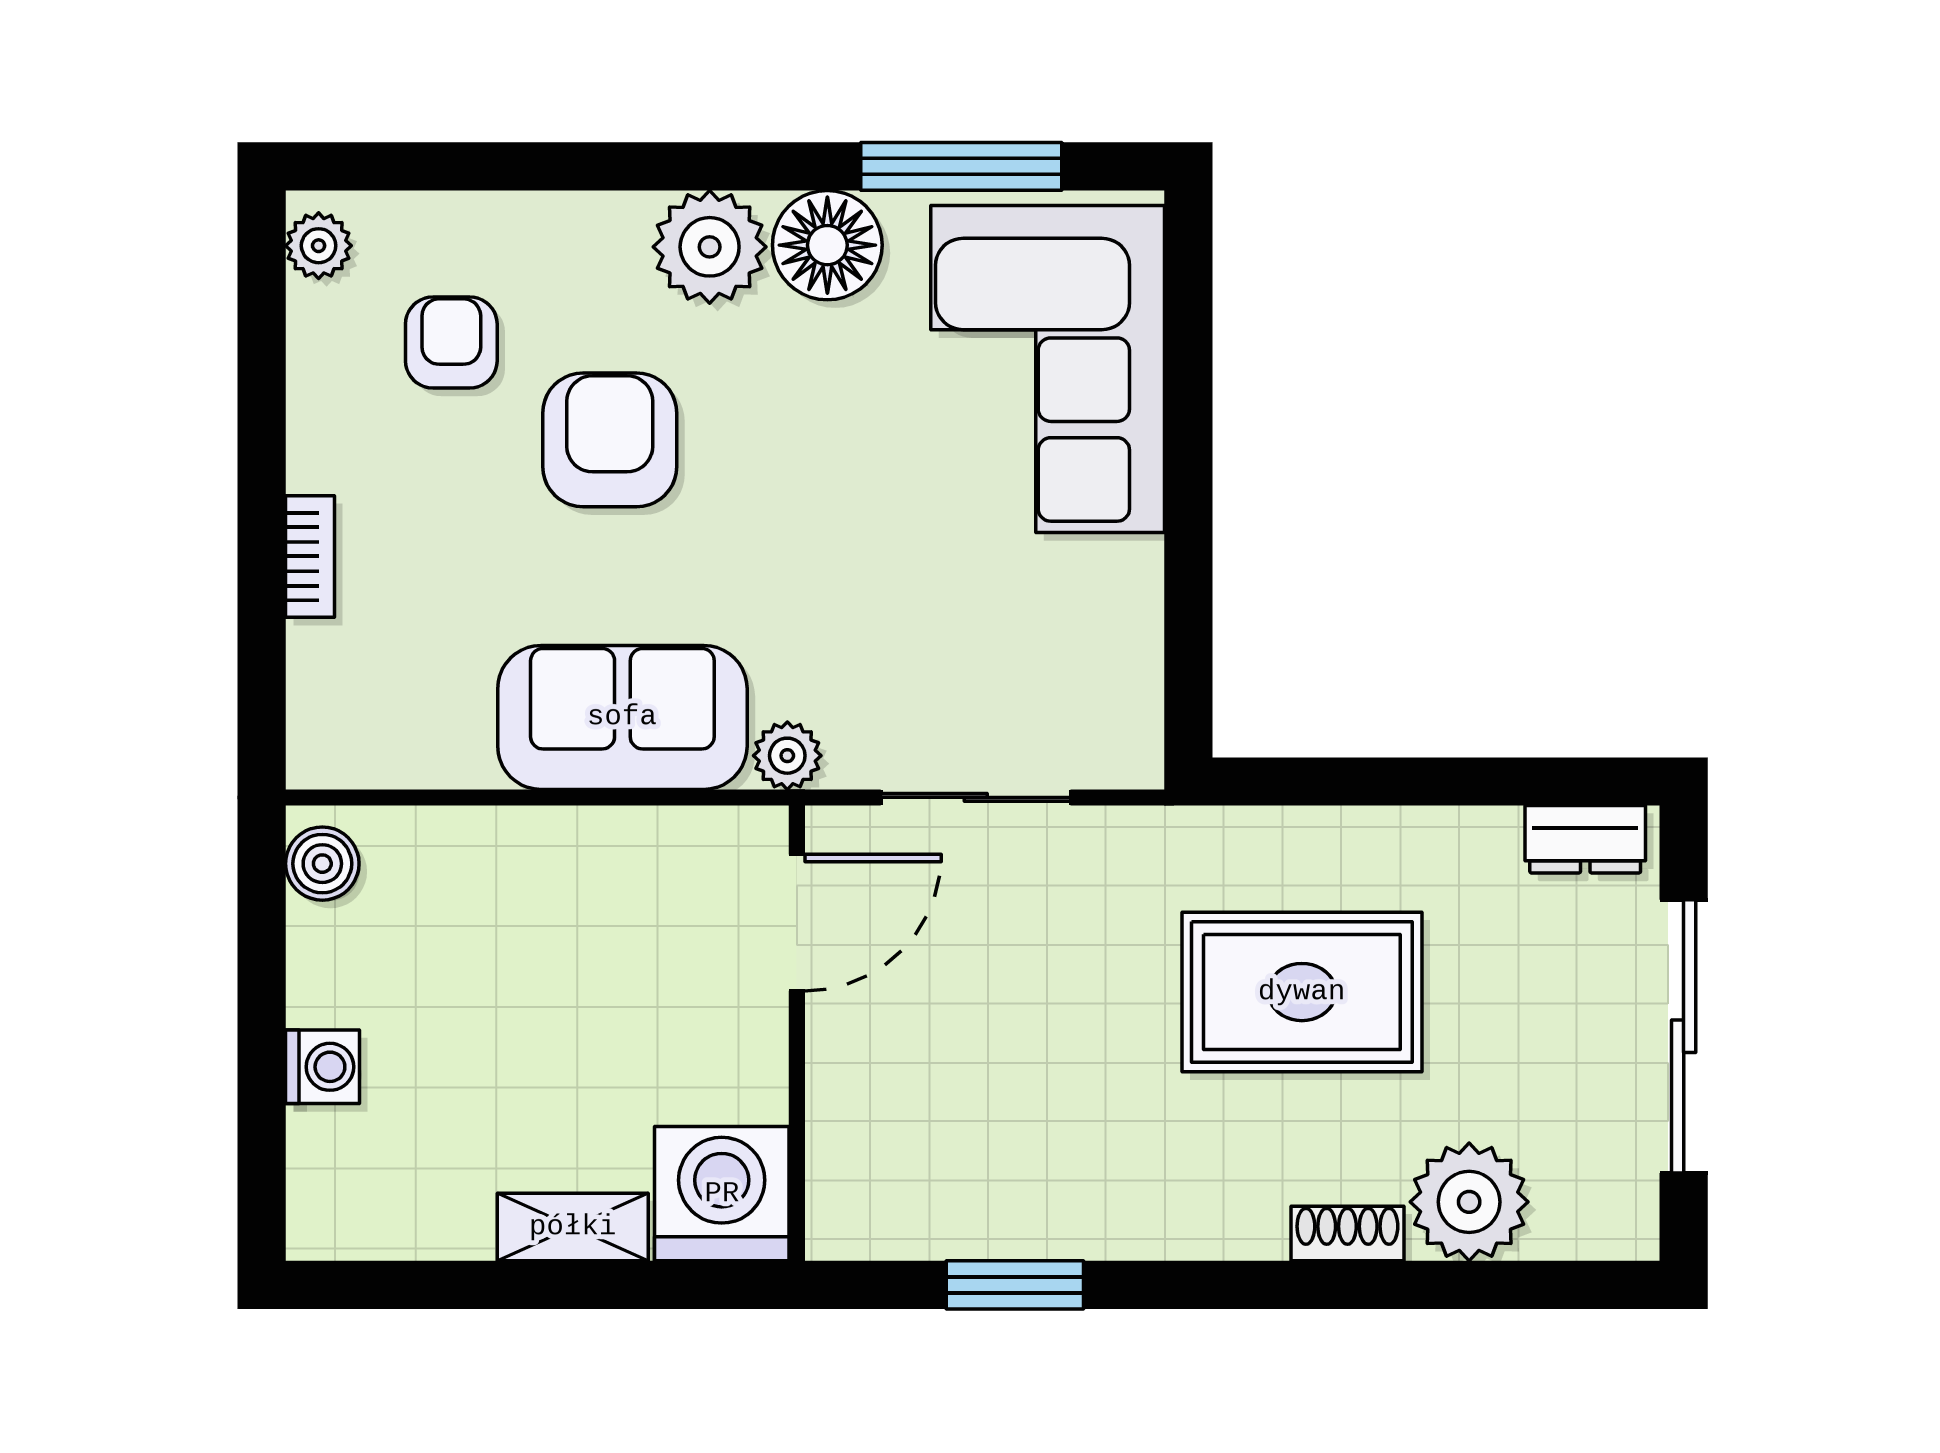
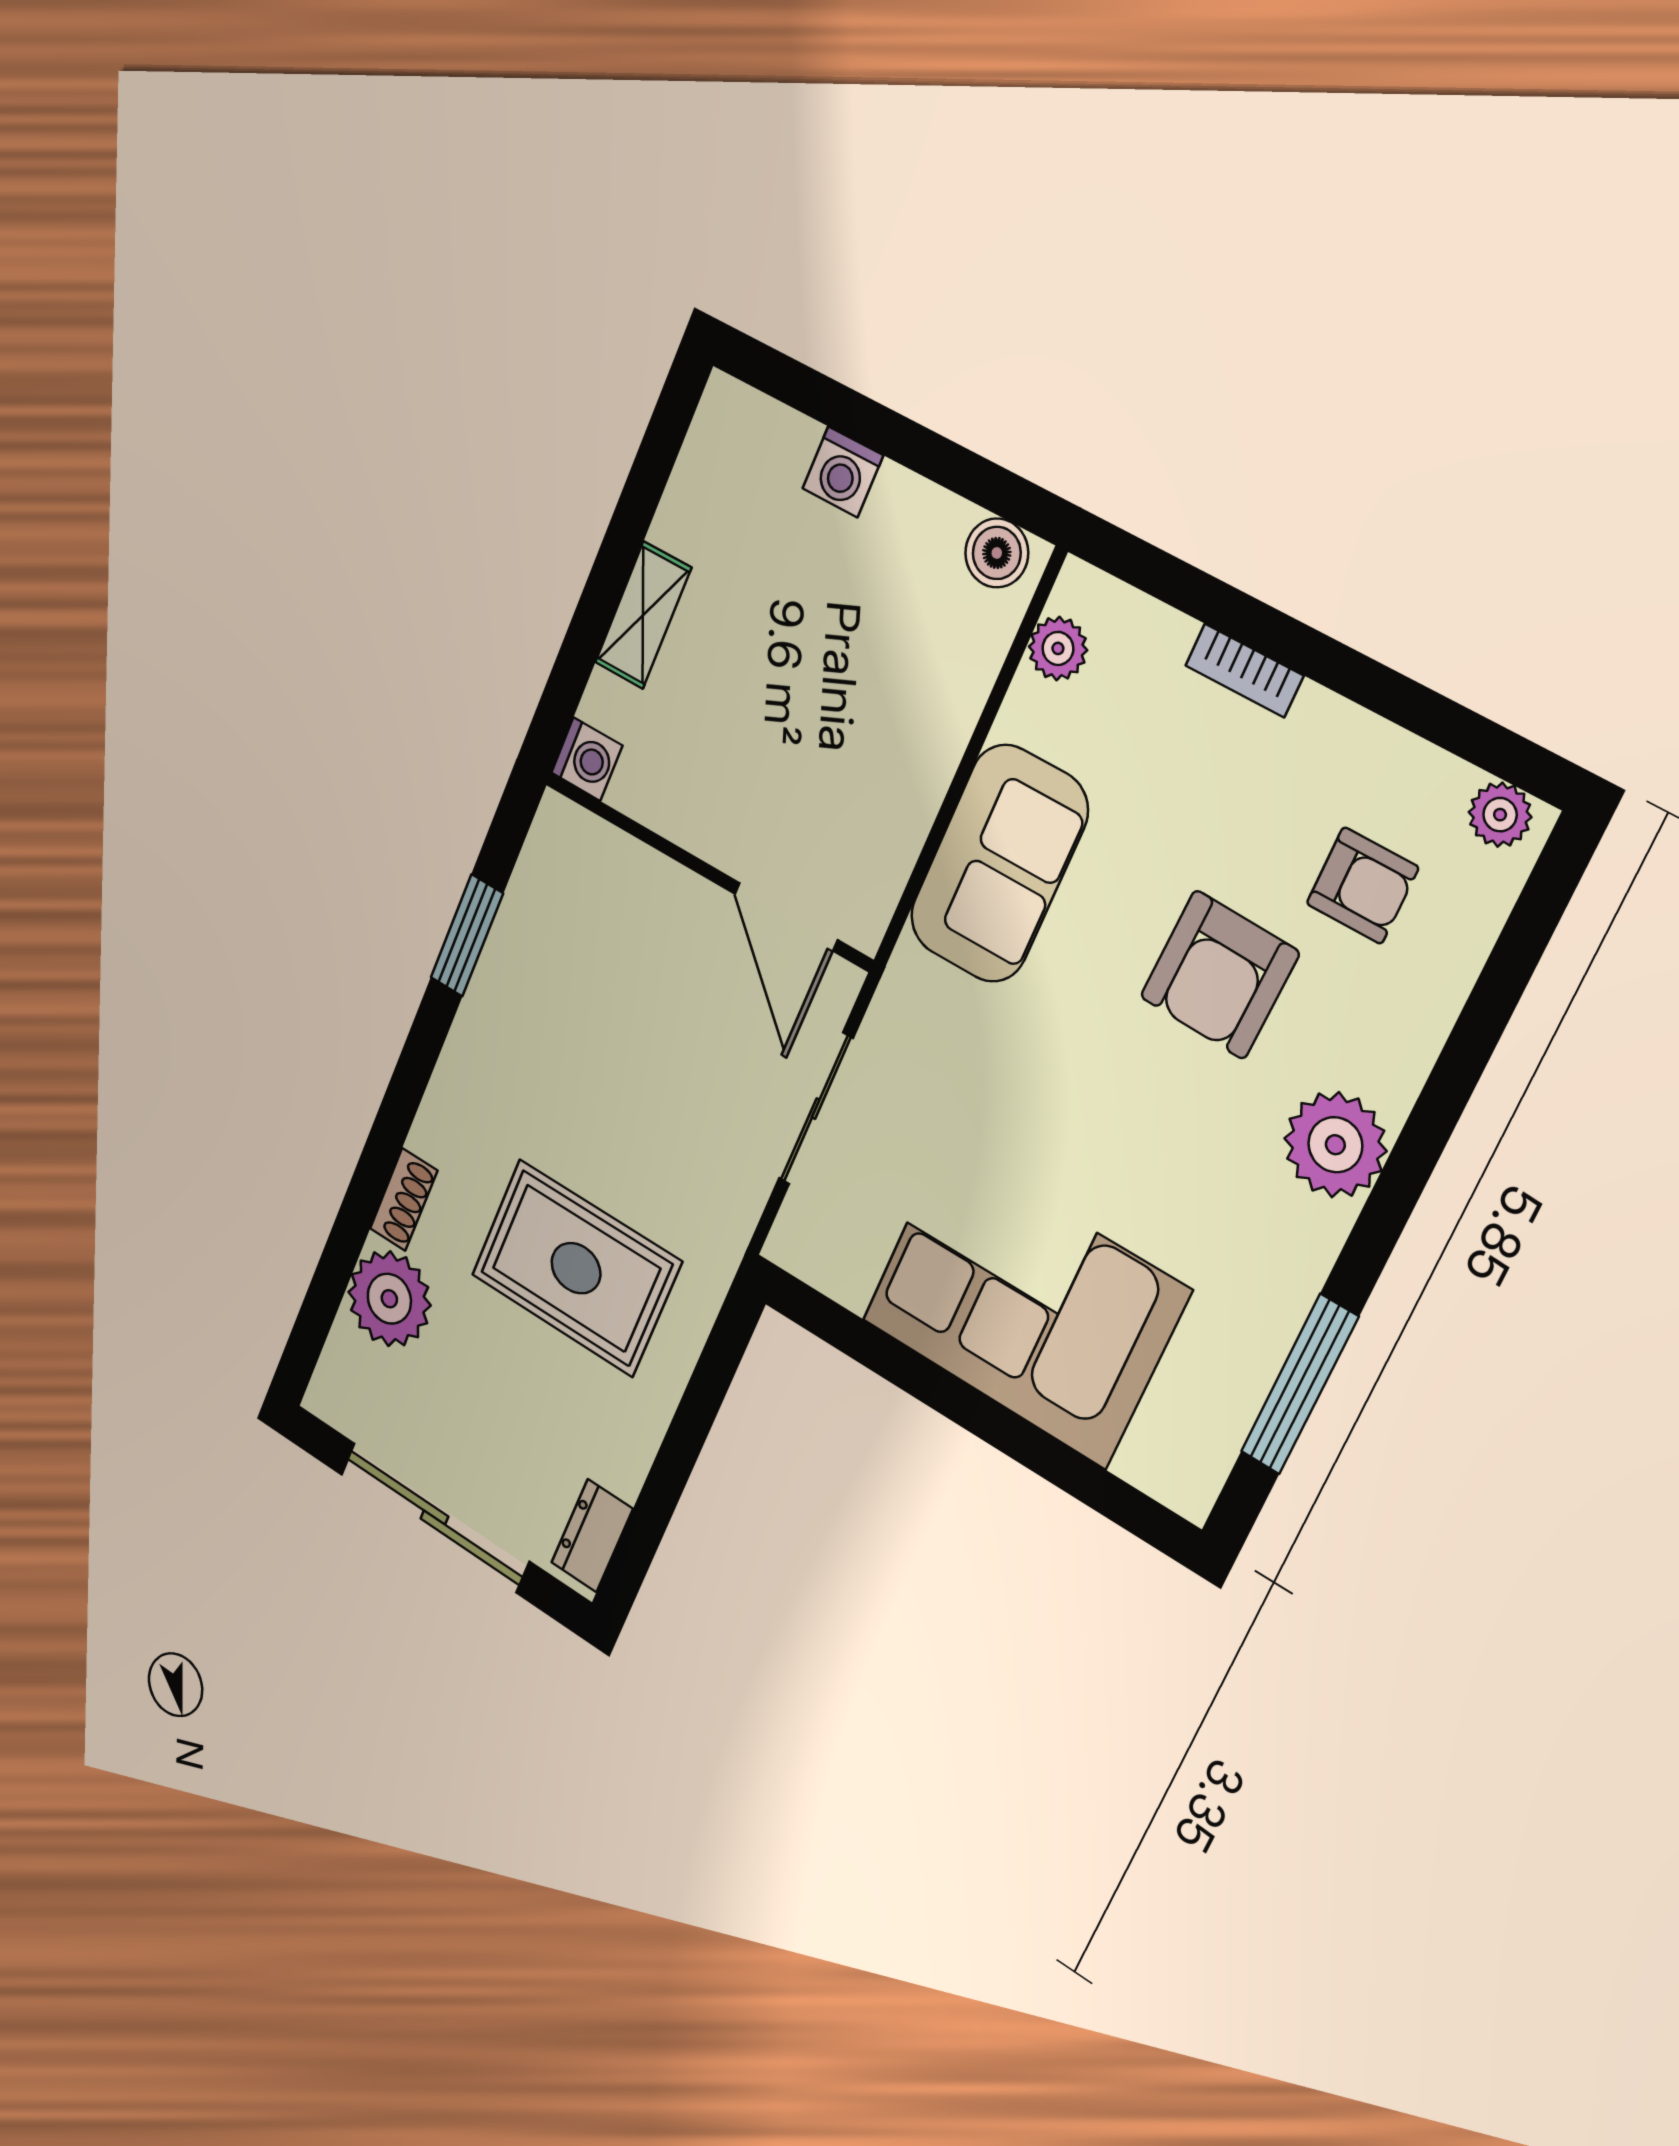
floor lamp: (827, 245) -> (1290, 1241), removed
corner sofa: (1048, 369) -> (1025, 1305), moved
armchair: (610, 440) -> (1220, 975), turned 92
plant: (787, 756) -> (1058, 648), moved
rug: (1302, 992) -> (576, 1268), turned 90
washing machine: (722, 1194) -> (587, 759), width x0.53, depth x0.53

